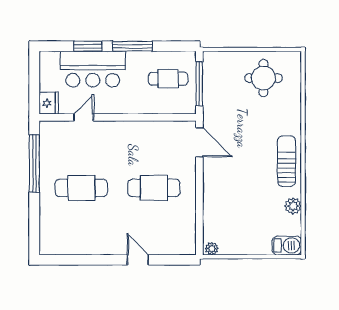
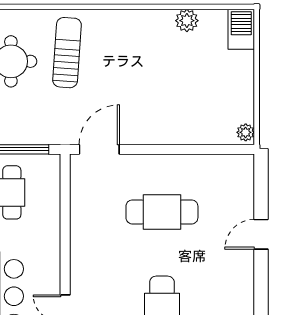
sun lounger: (287, 161) -> (67, 53), moved, turned 94
cafe table: (154, 188) -> (162, 212), turned 90

